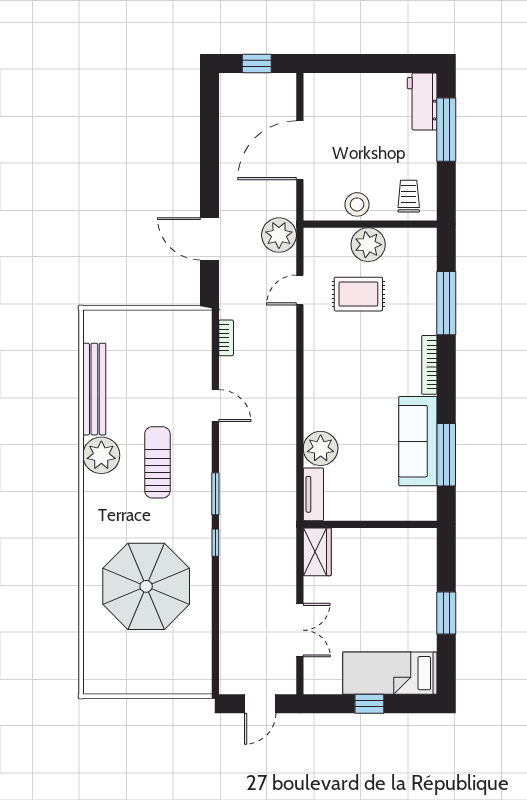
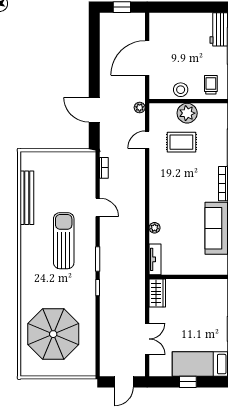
plant: (279, 235) -> (140, 108), width x0.53, depth x0.53
plant: (321, 448) -> (155, 228), width x0.53, depth x0.53
plant: (101, 455) -> (31, 237), removed
sun lounger: (157, 462) -> (64, 241), width x1.36, depth x1.34
parasol: (146, 586) -> (53, 334), moved

